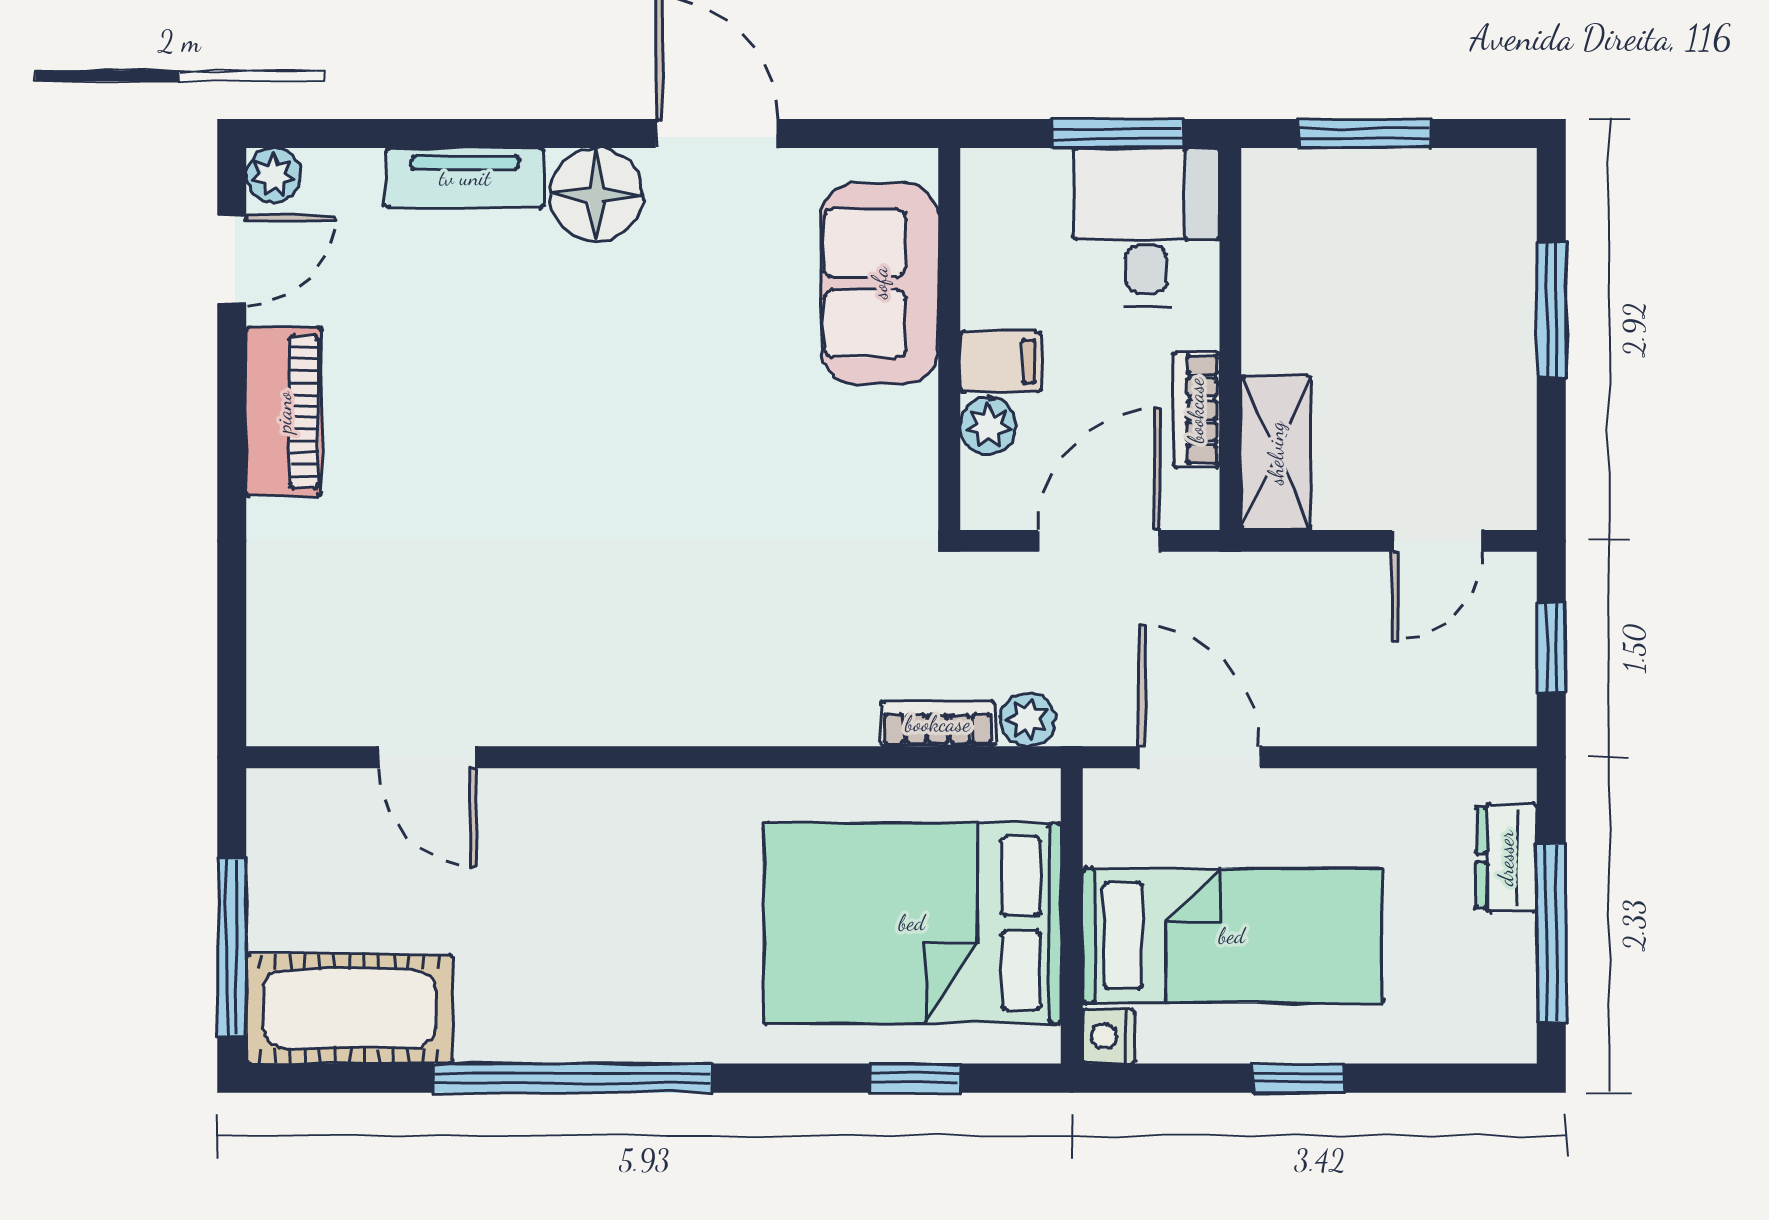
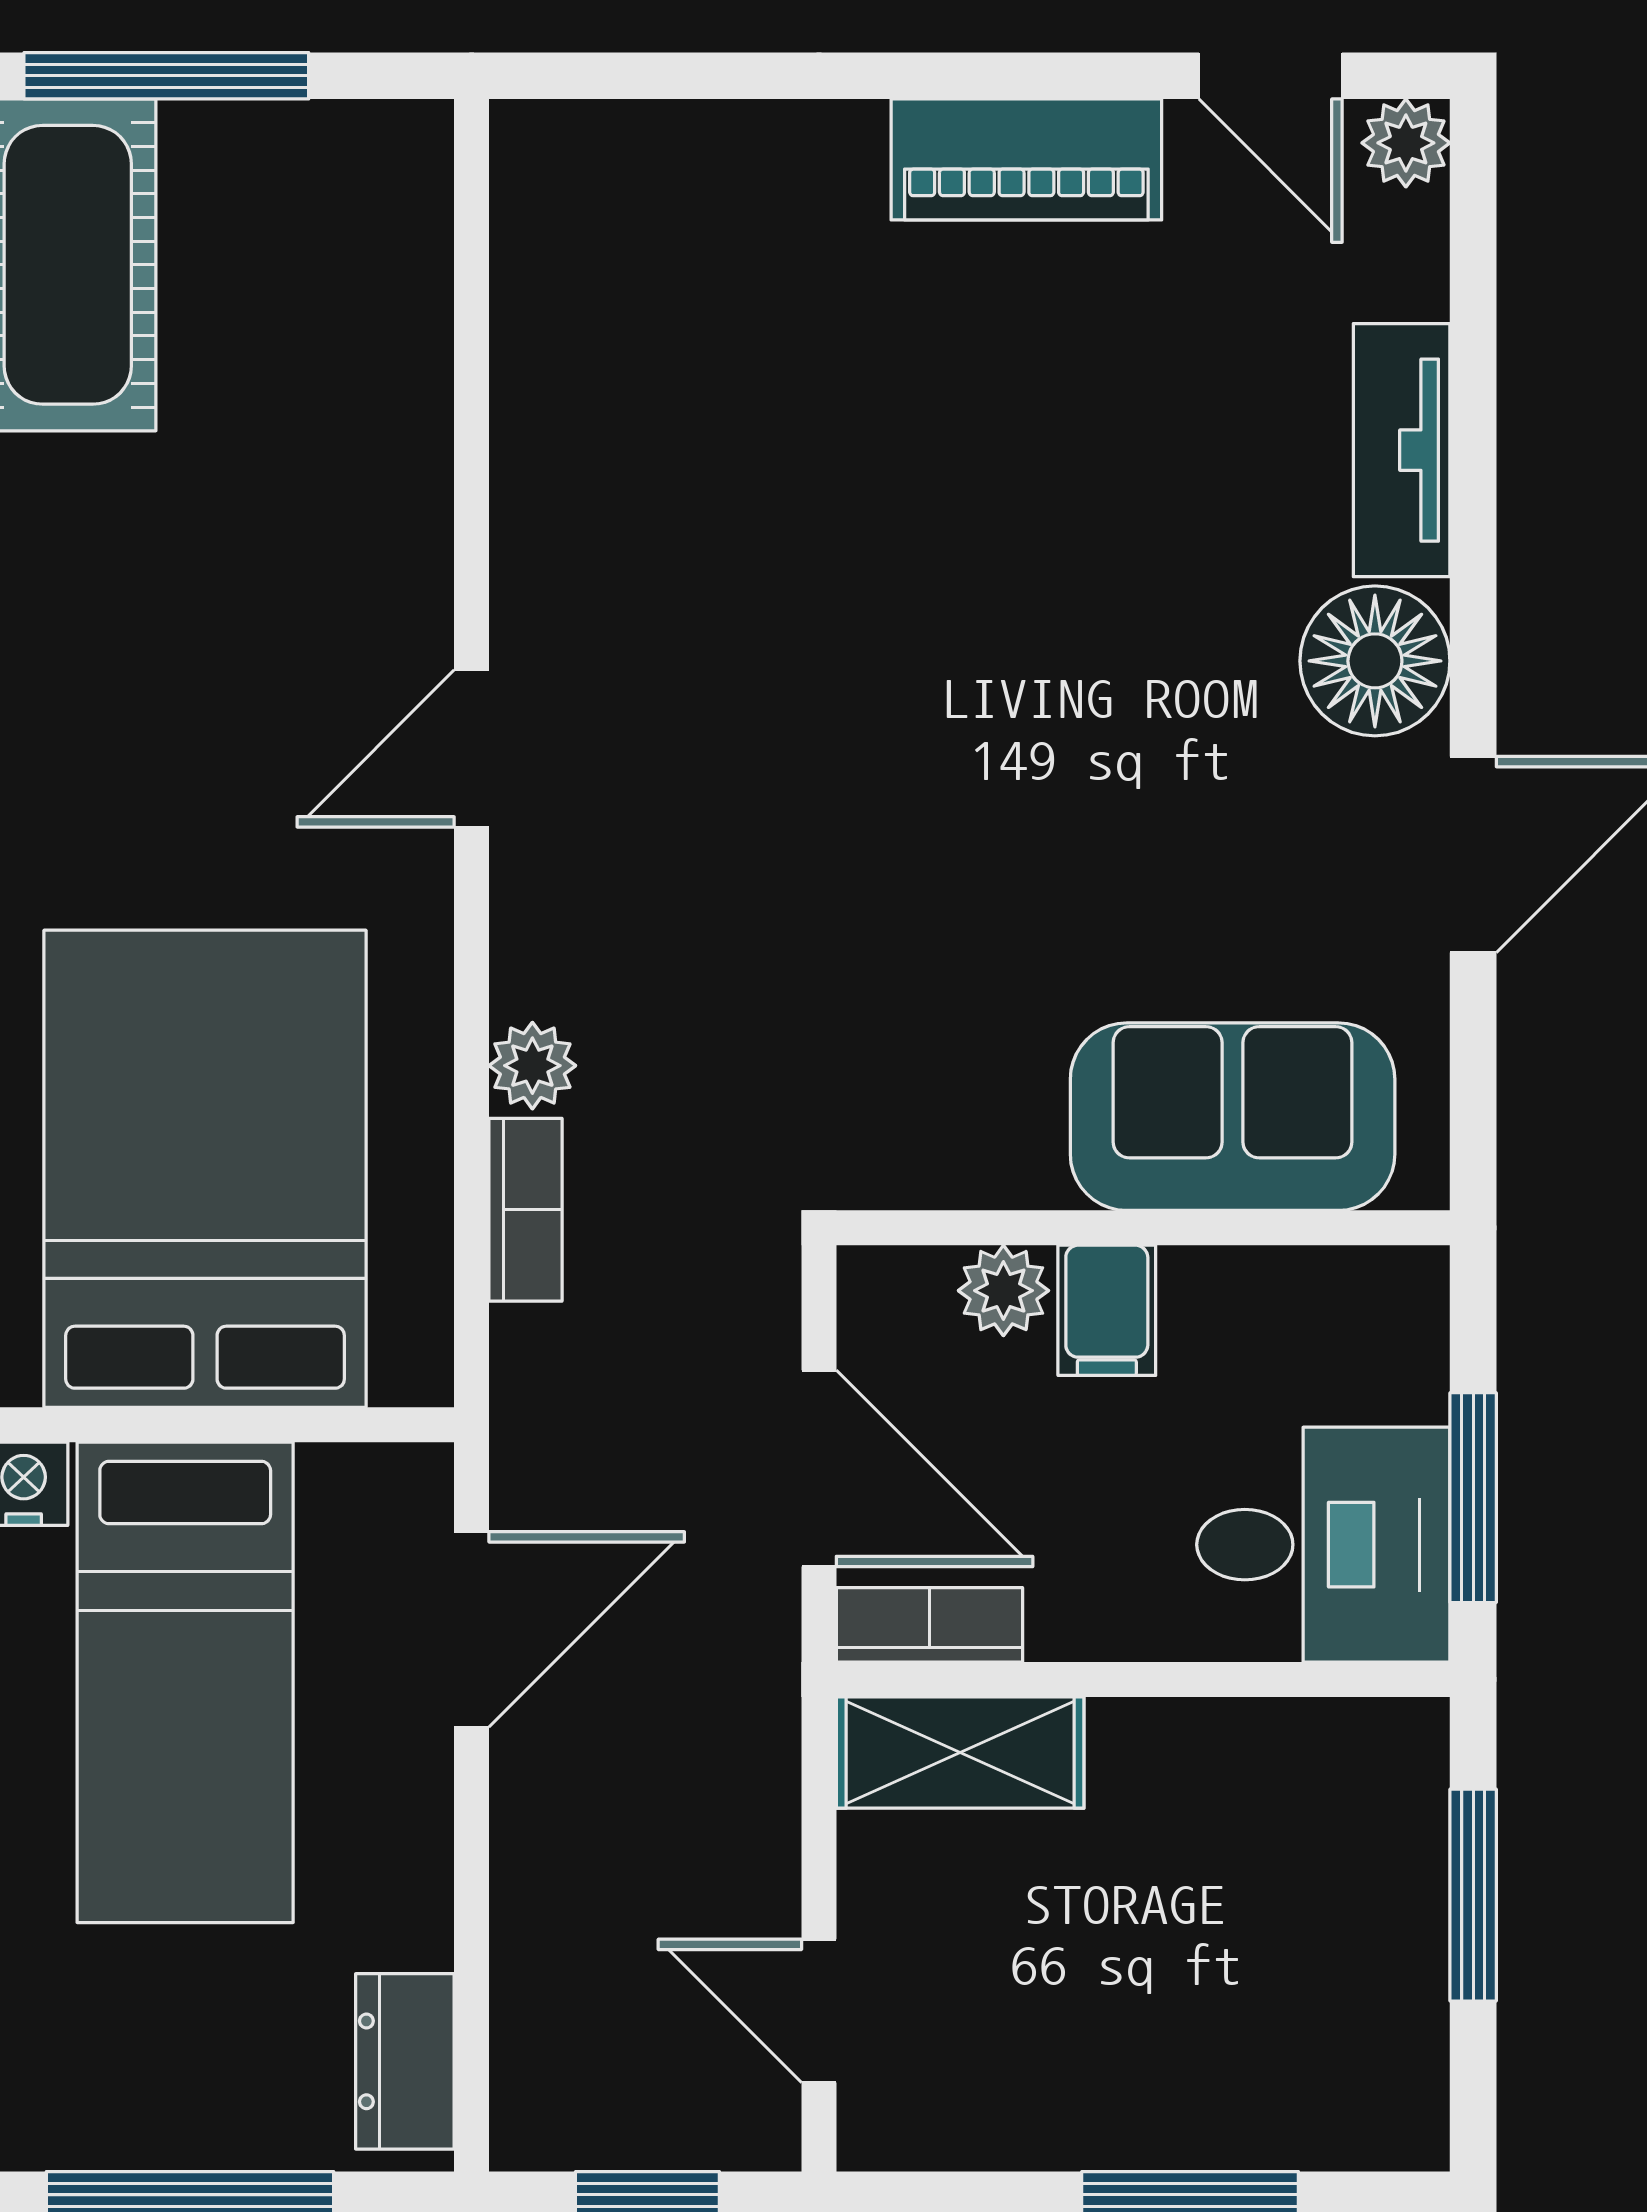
bookcase: (1196, 410) -> (929, 1625), moved
plant: (1028, 719) -> (532, 1066), moved
door: (428, 757) -> (472, 749), moved
dresser: (1506, 858) -> (405, 2061), moved, turned -90

